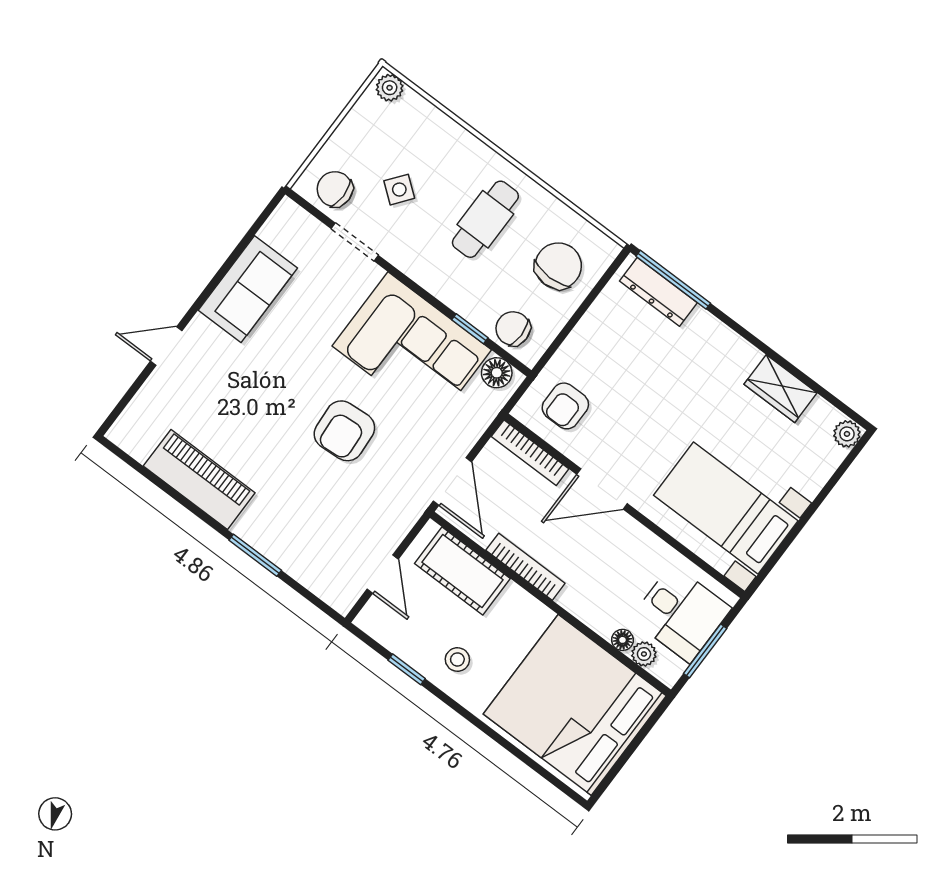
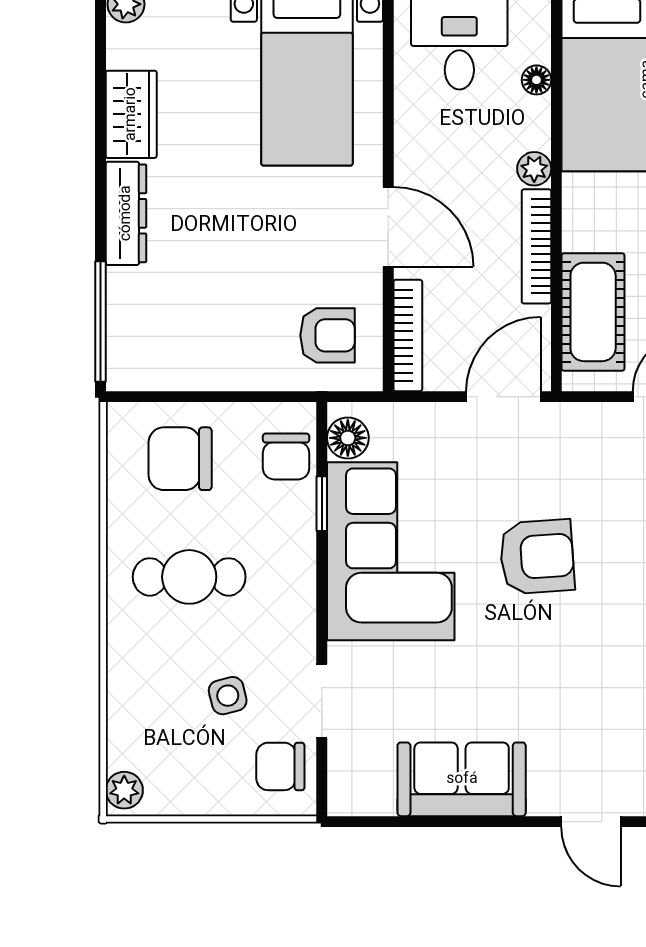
chair: (335, 189) -> (280, 766), turned 90
side table: (399, 190) -> (228, 696), turned 38
dresser: (658, 292) -> (126, 213), moved
plant: (644, 654) -> (534, 169), moved

